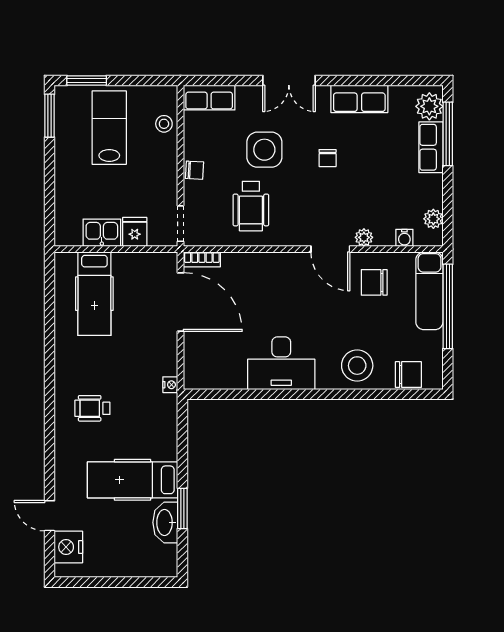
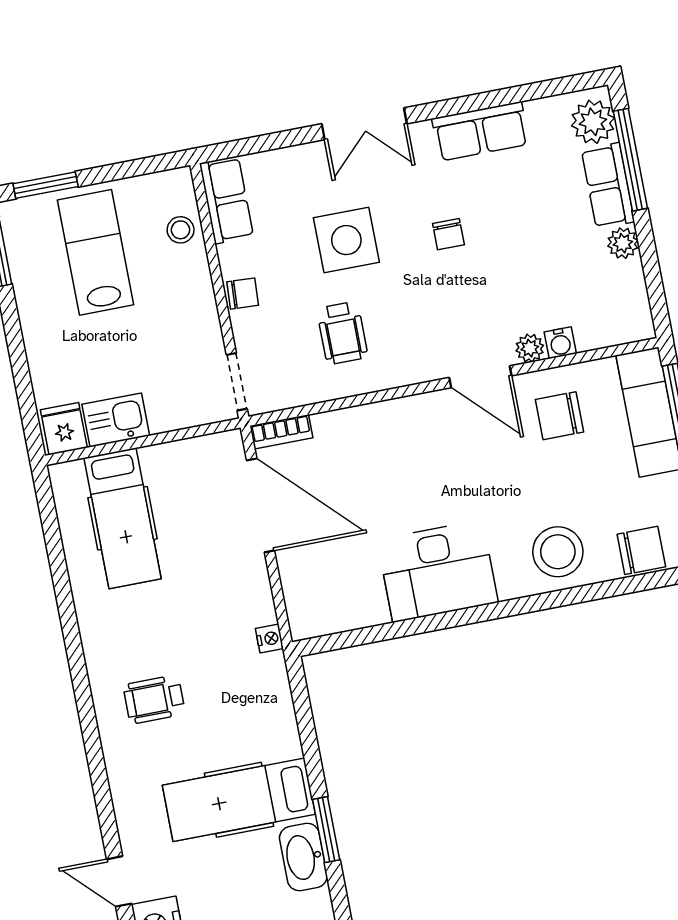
row of seats: (209, 98) -> (226, 200), moved, turned -90
wheelchair: (251, 206) -> (342, 333), width x0.73, depth x0.73
plant: (433, 219) -> (623, 243), moved
fridge: (135, 232) -> (64, 429), moved
water cooler: (404, 238) -> (560, 343), moved

